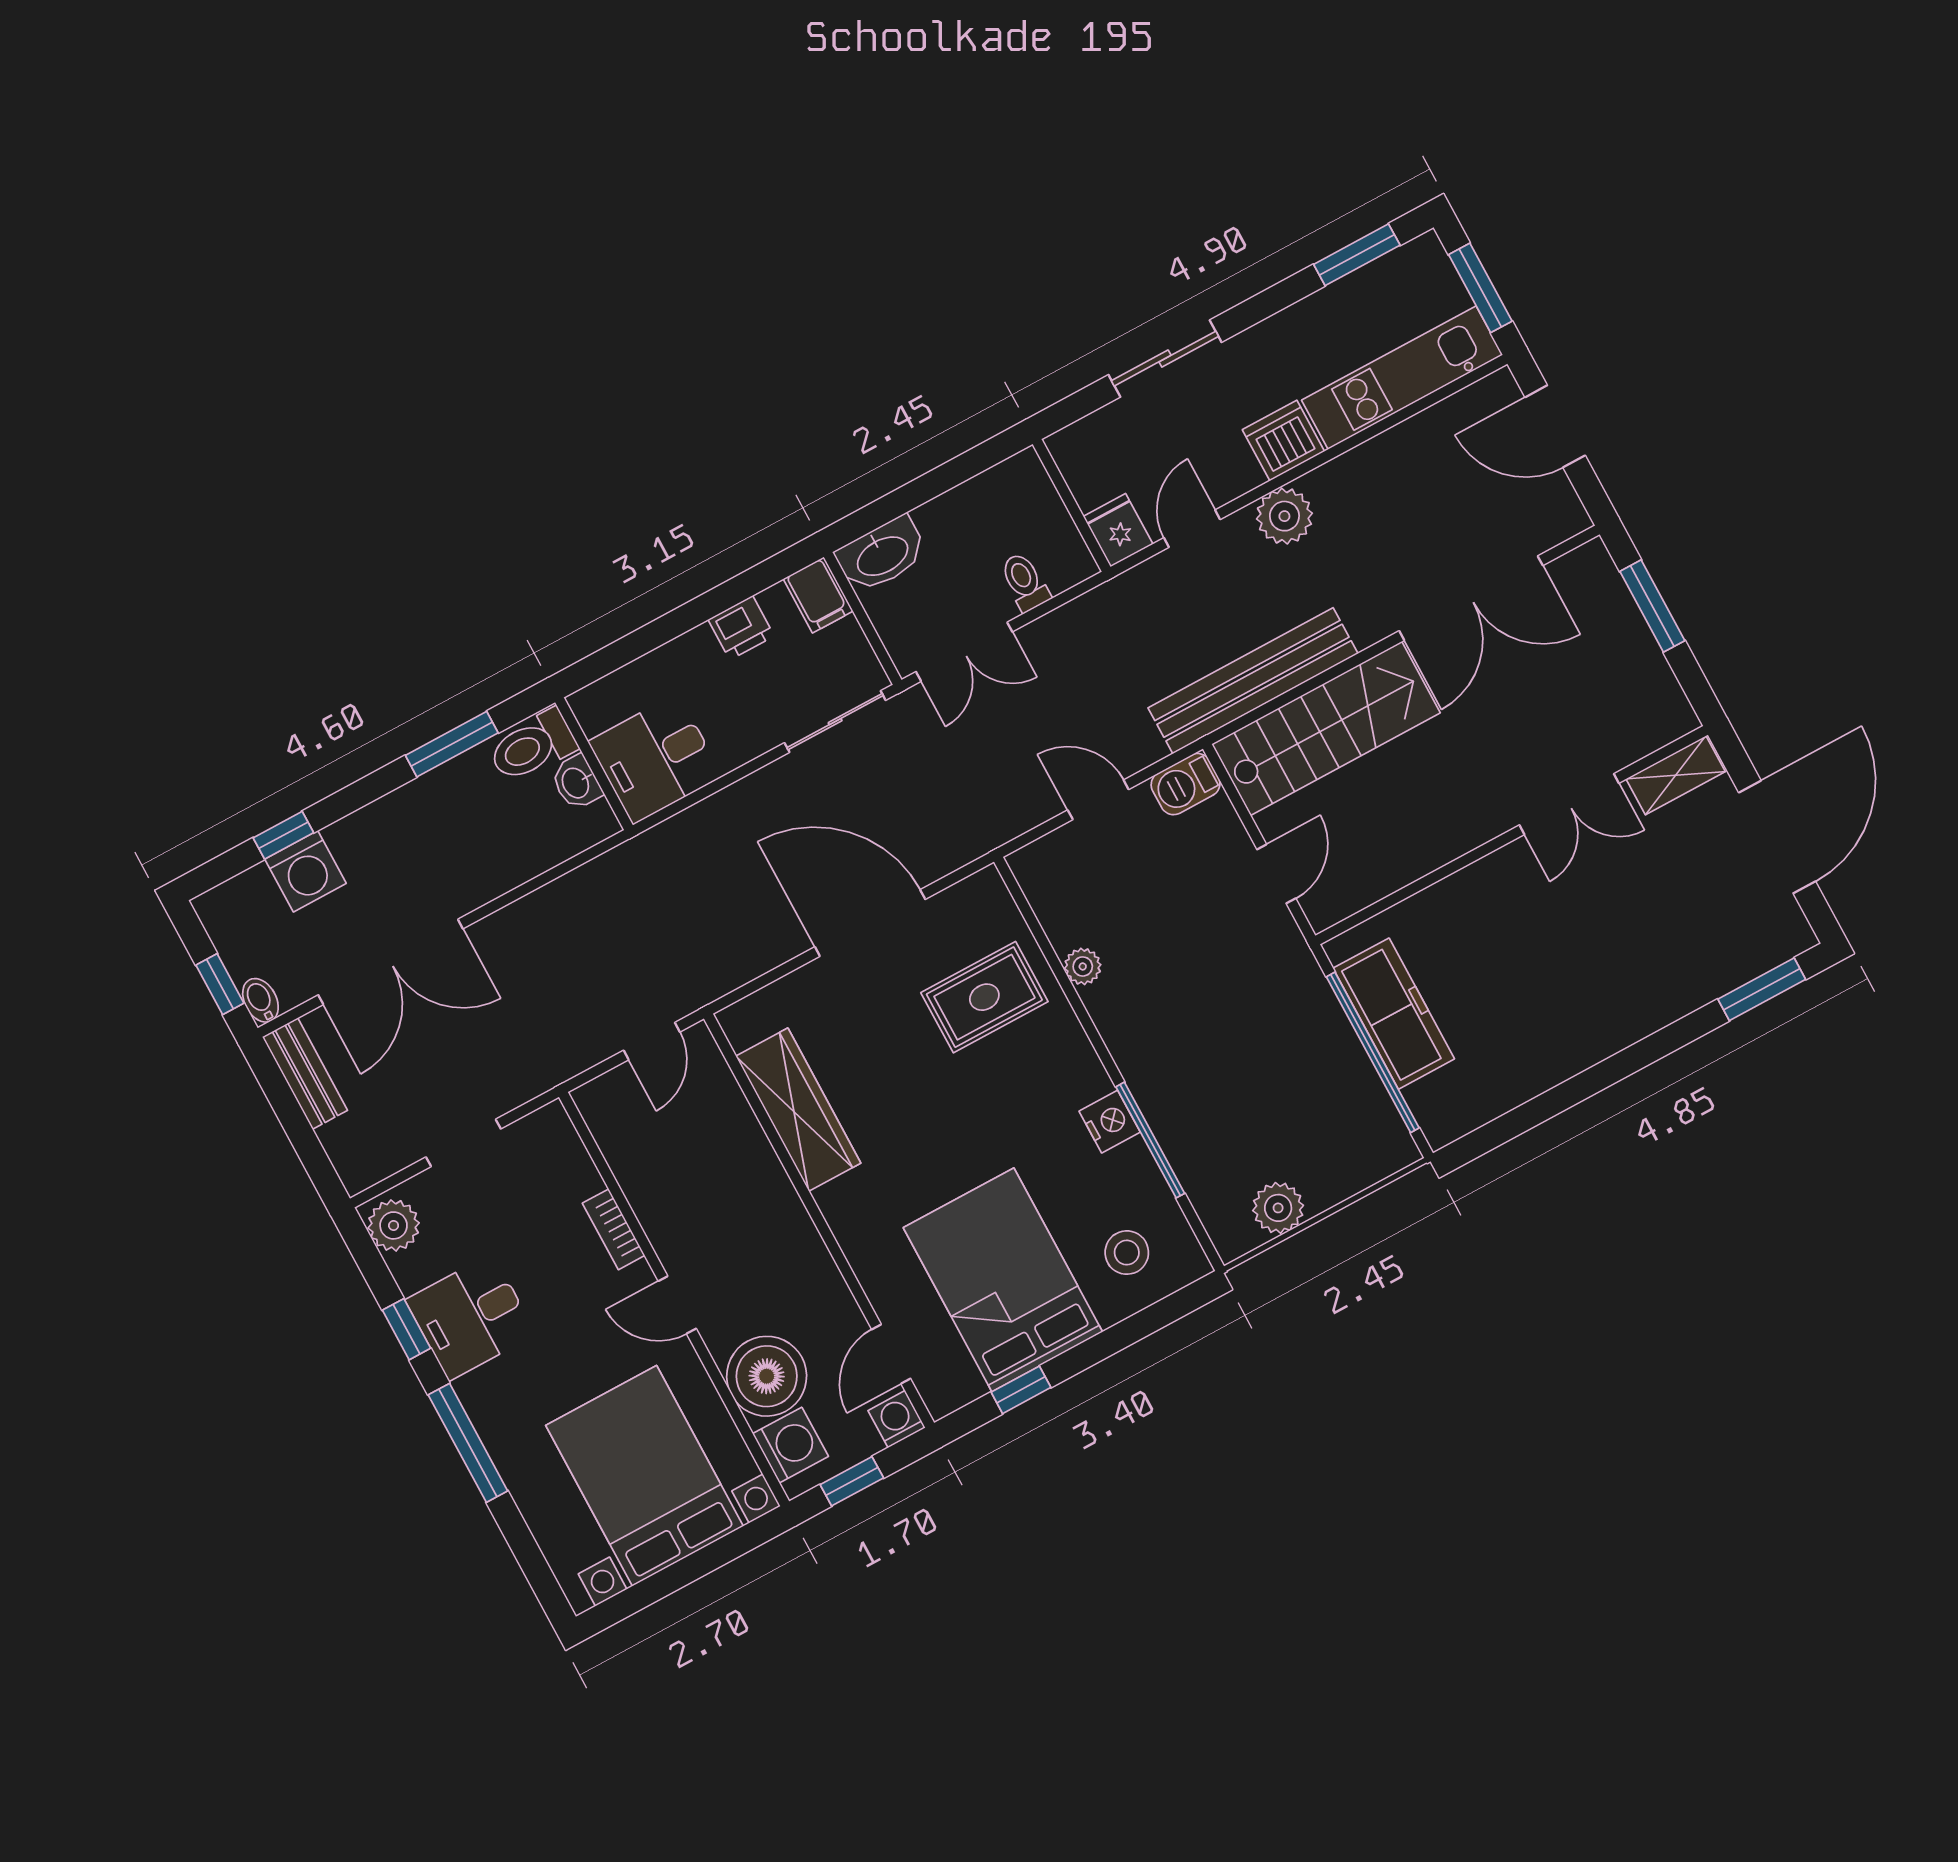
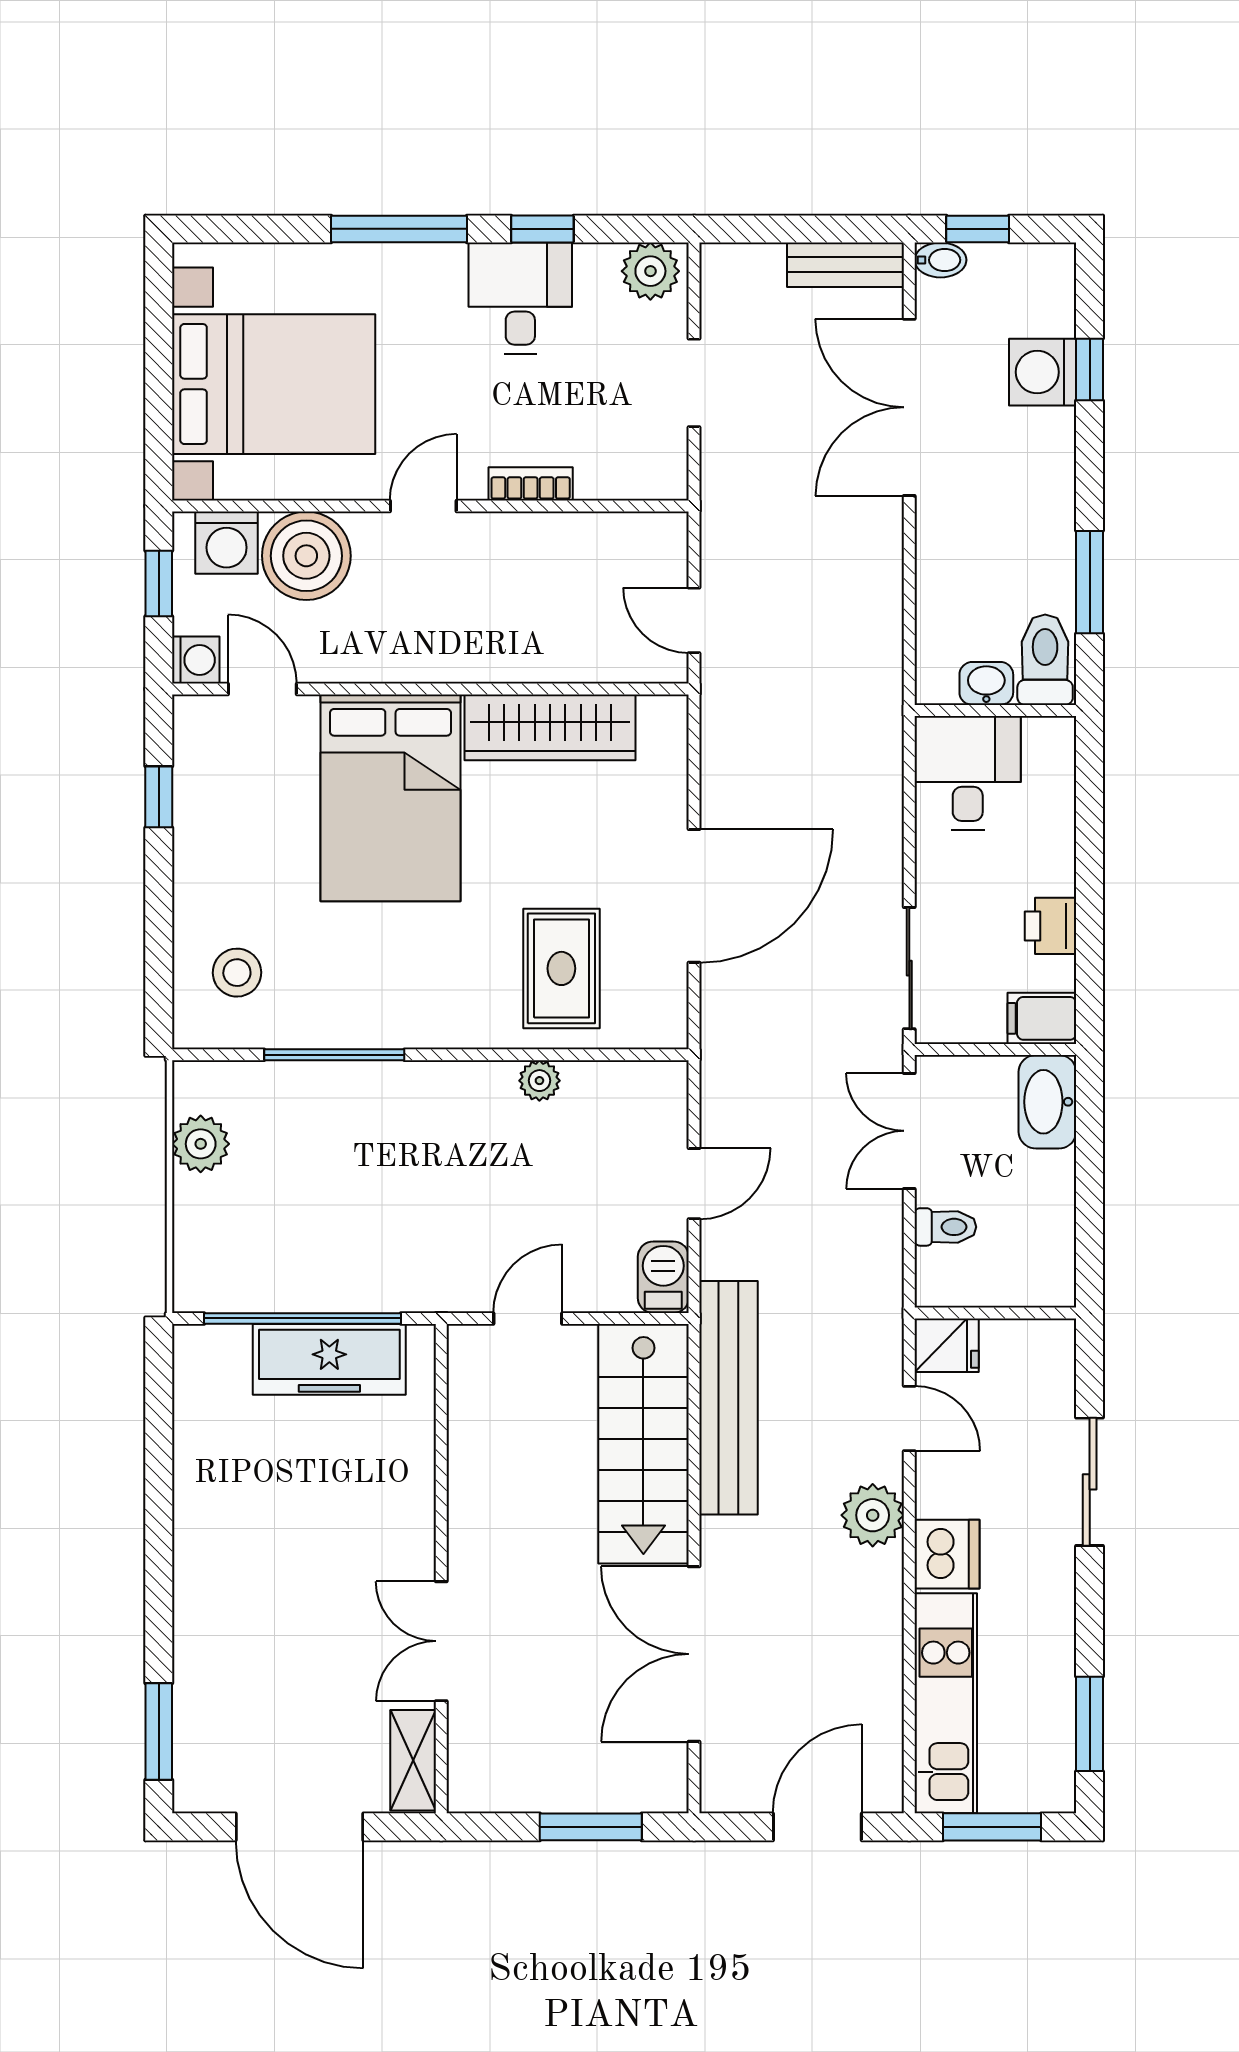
door: (1276, 874) -> (528, 1318), swing flipped
nightstand: (1110, 1122) -> (374, 1025), removed
bed: (1003, 1280) -> (390, 798), moved, turned 90

